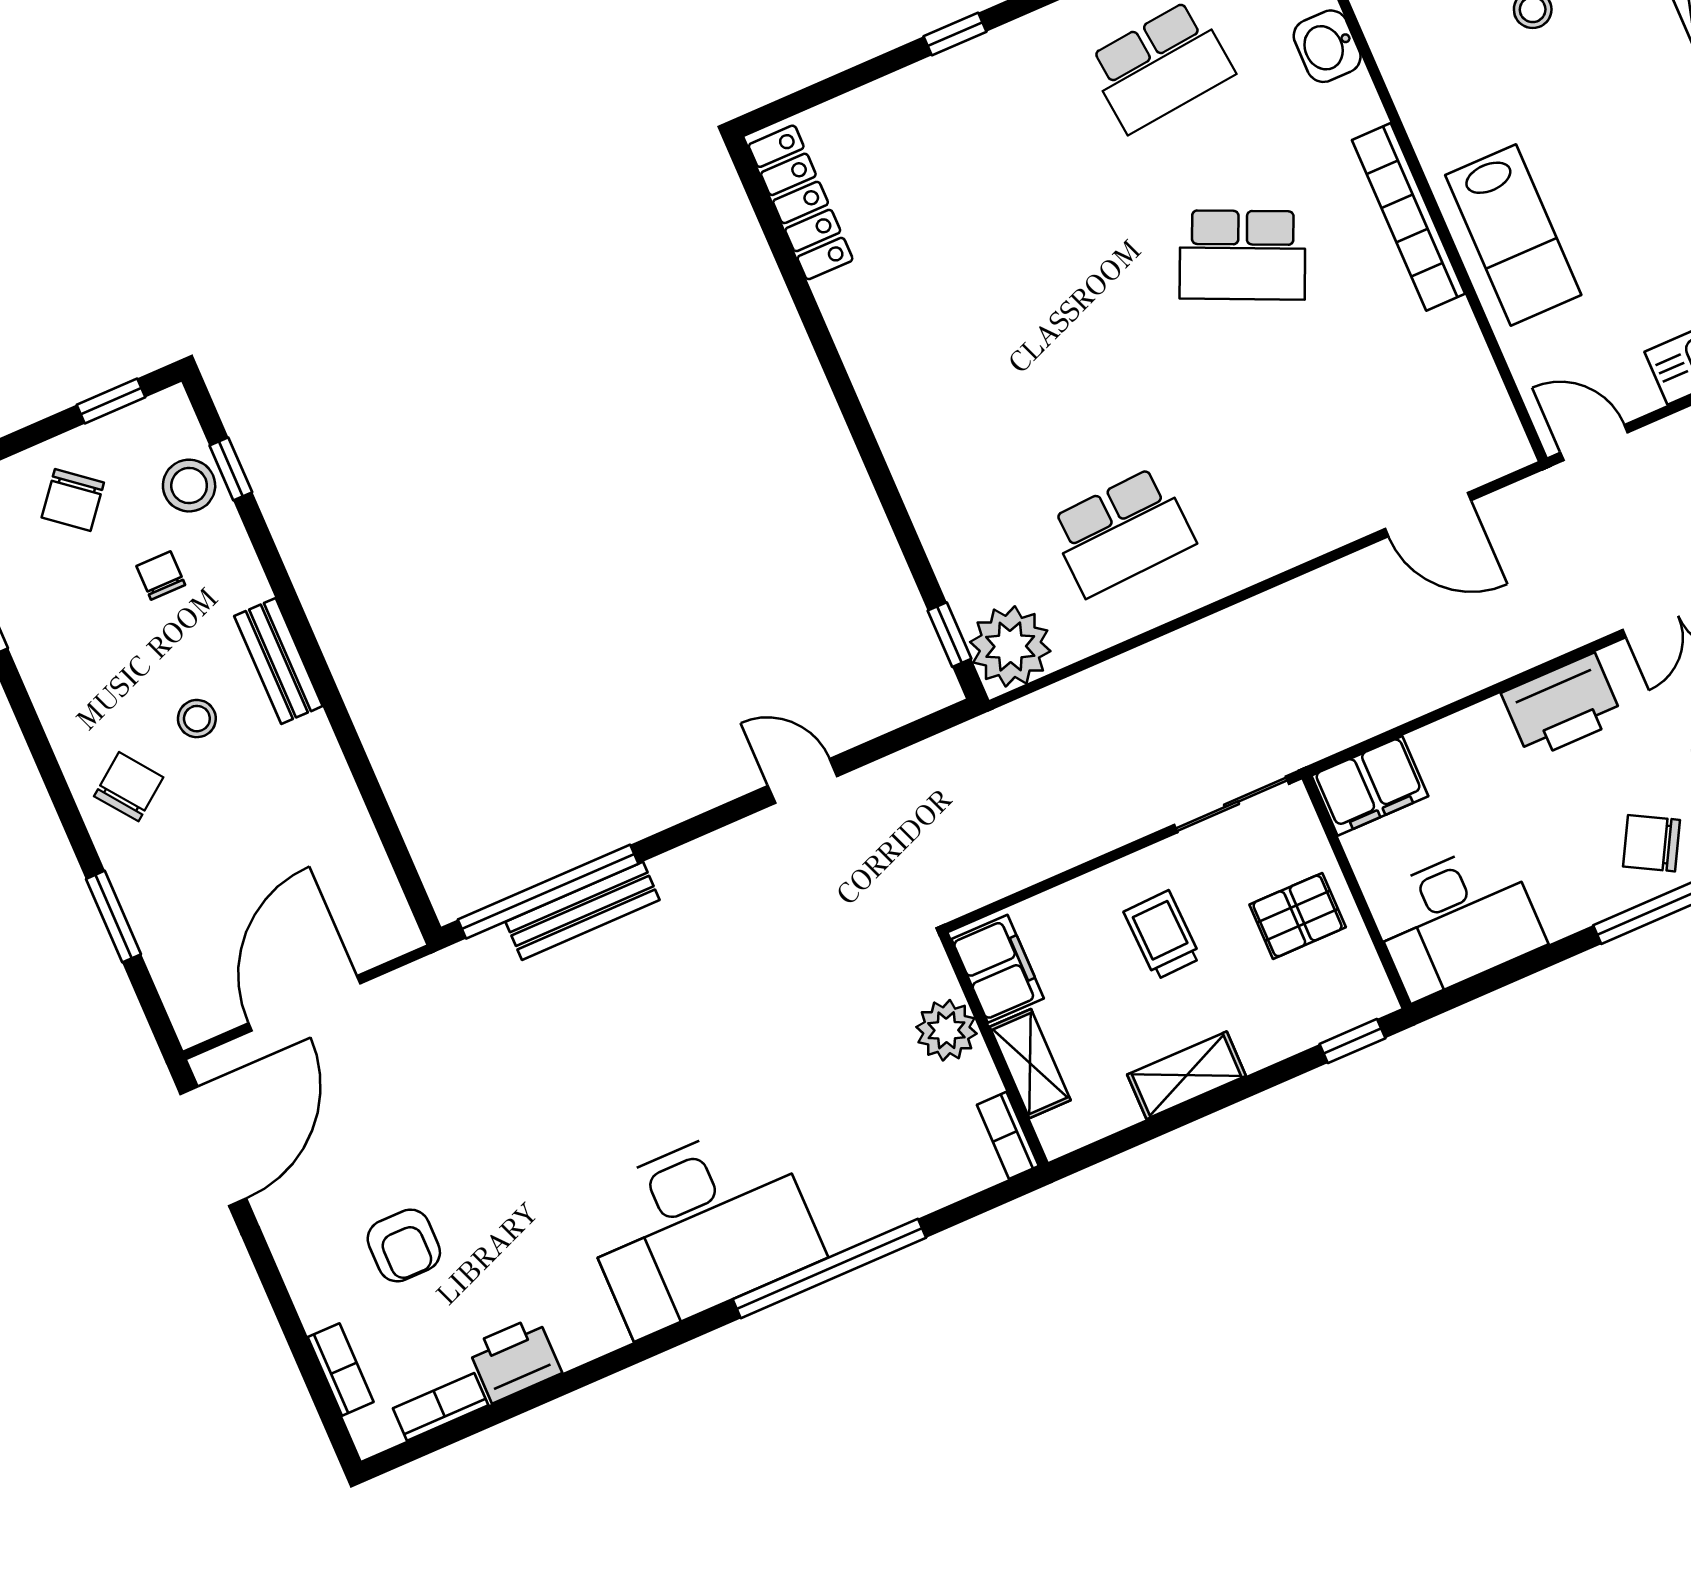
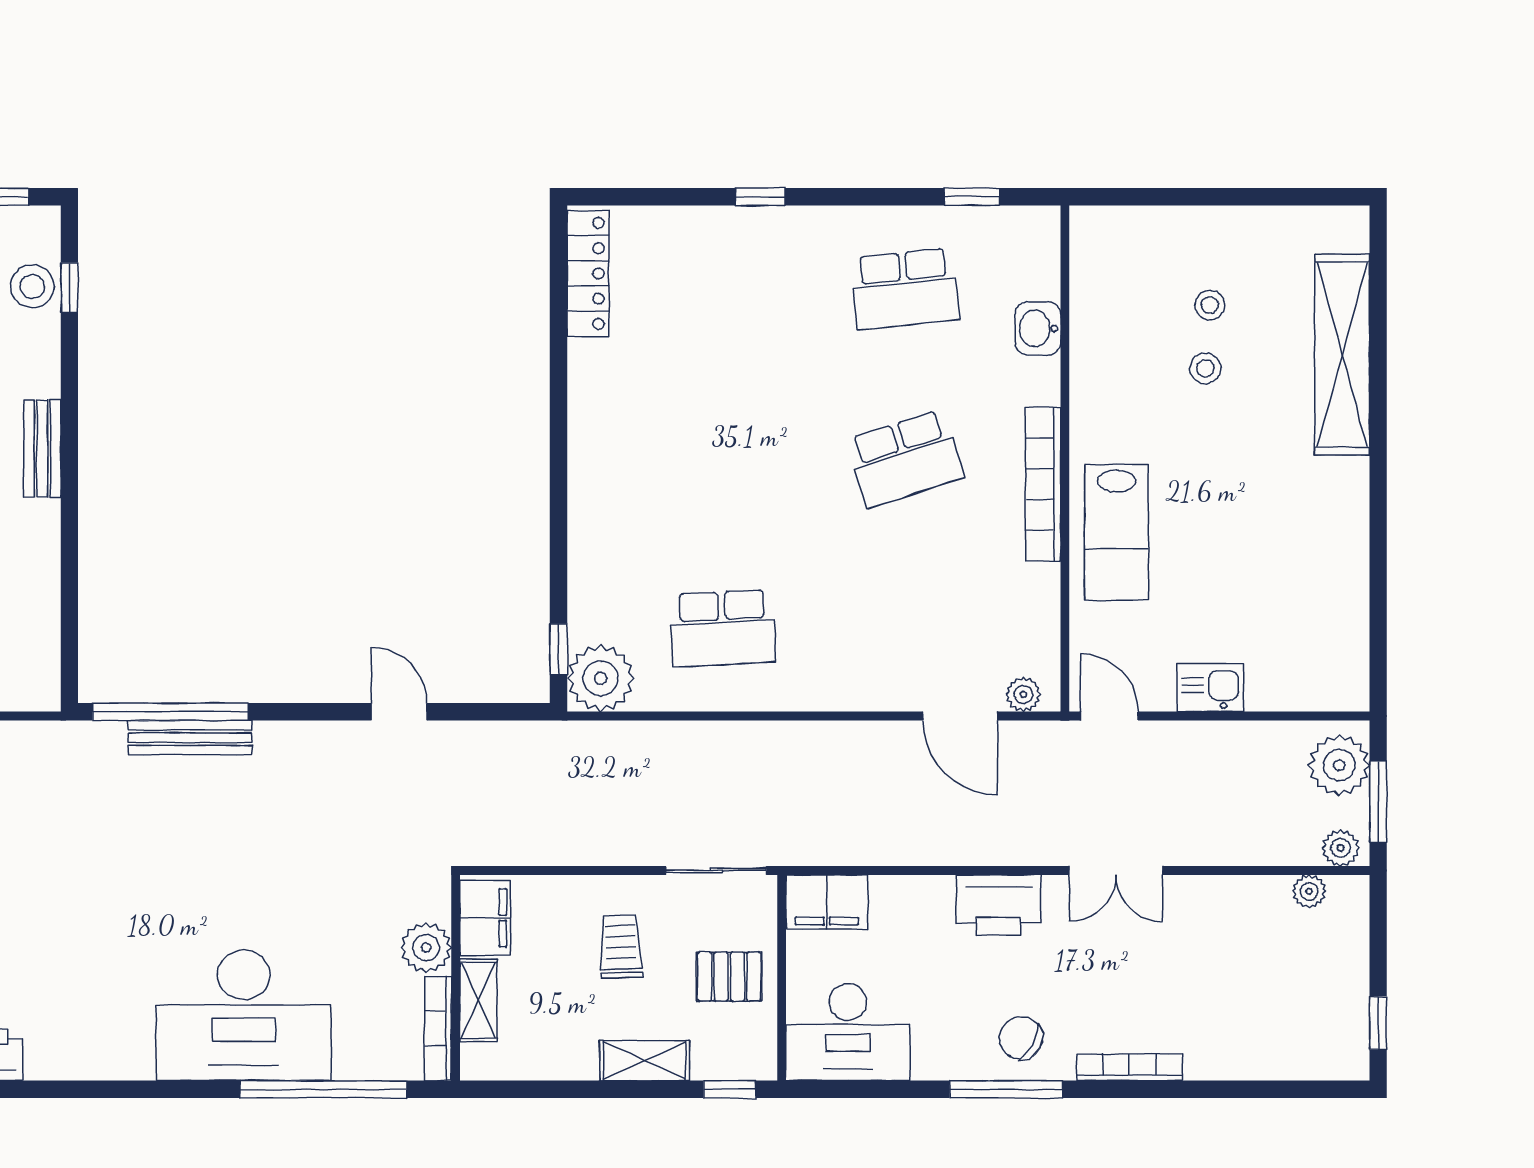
school desk: (1242, 255) -> (905, 459), turned -42
plant: (1488, 460) -> (1023, 694), added
shelving: (1187, 1075) -> (645, 1061), moved
bookcase: (1008, 1135) -> (438, 1028), width x1.56
desk: (700, 1227) -> (244, 1015), moved
window: (829, 1268) -> (323, 1089), moved

